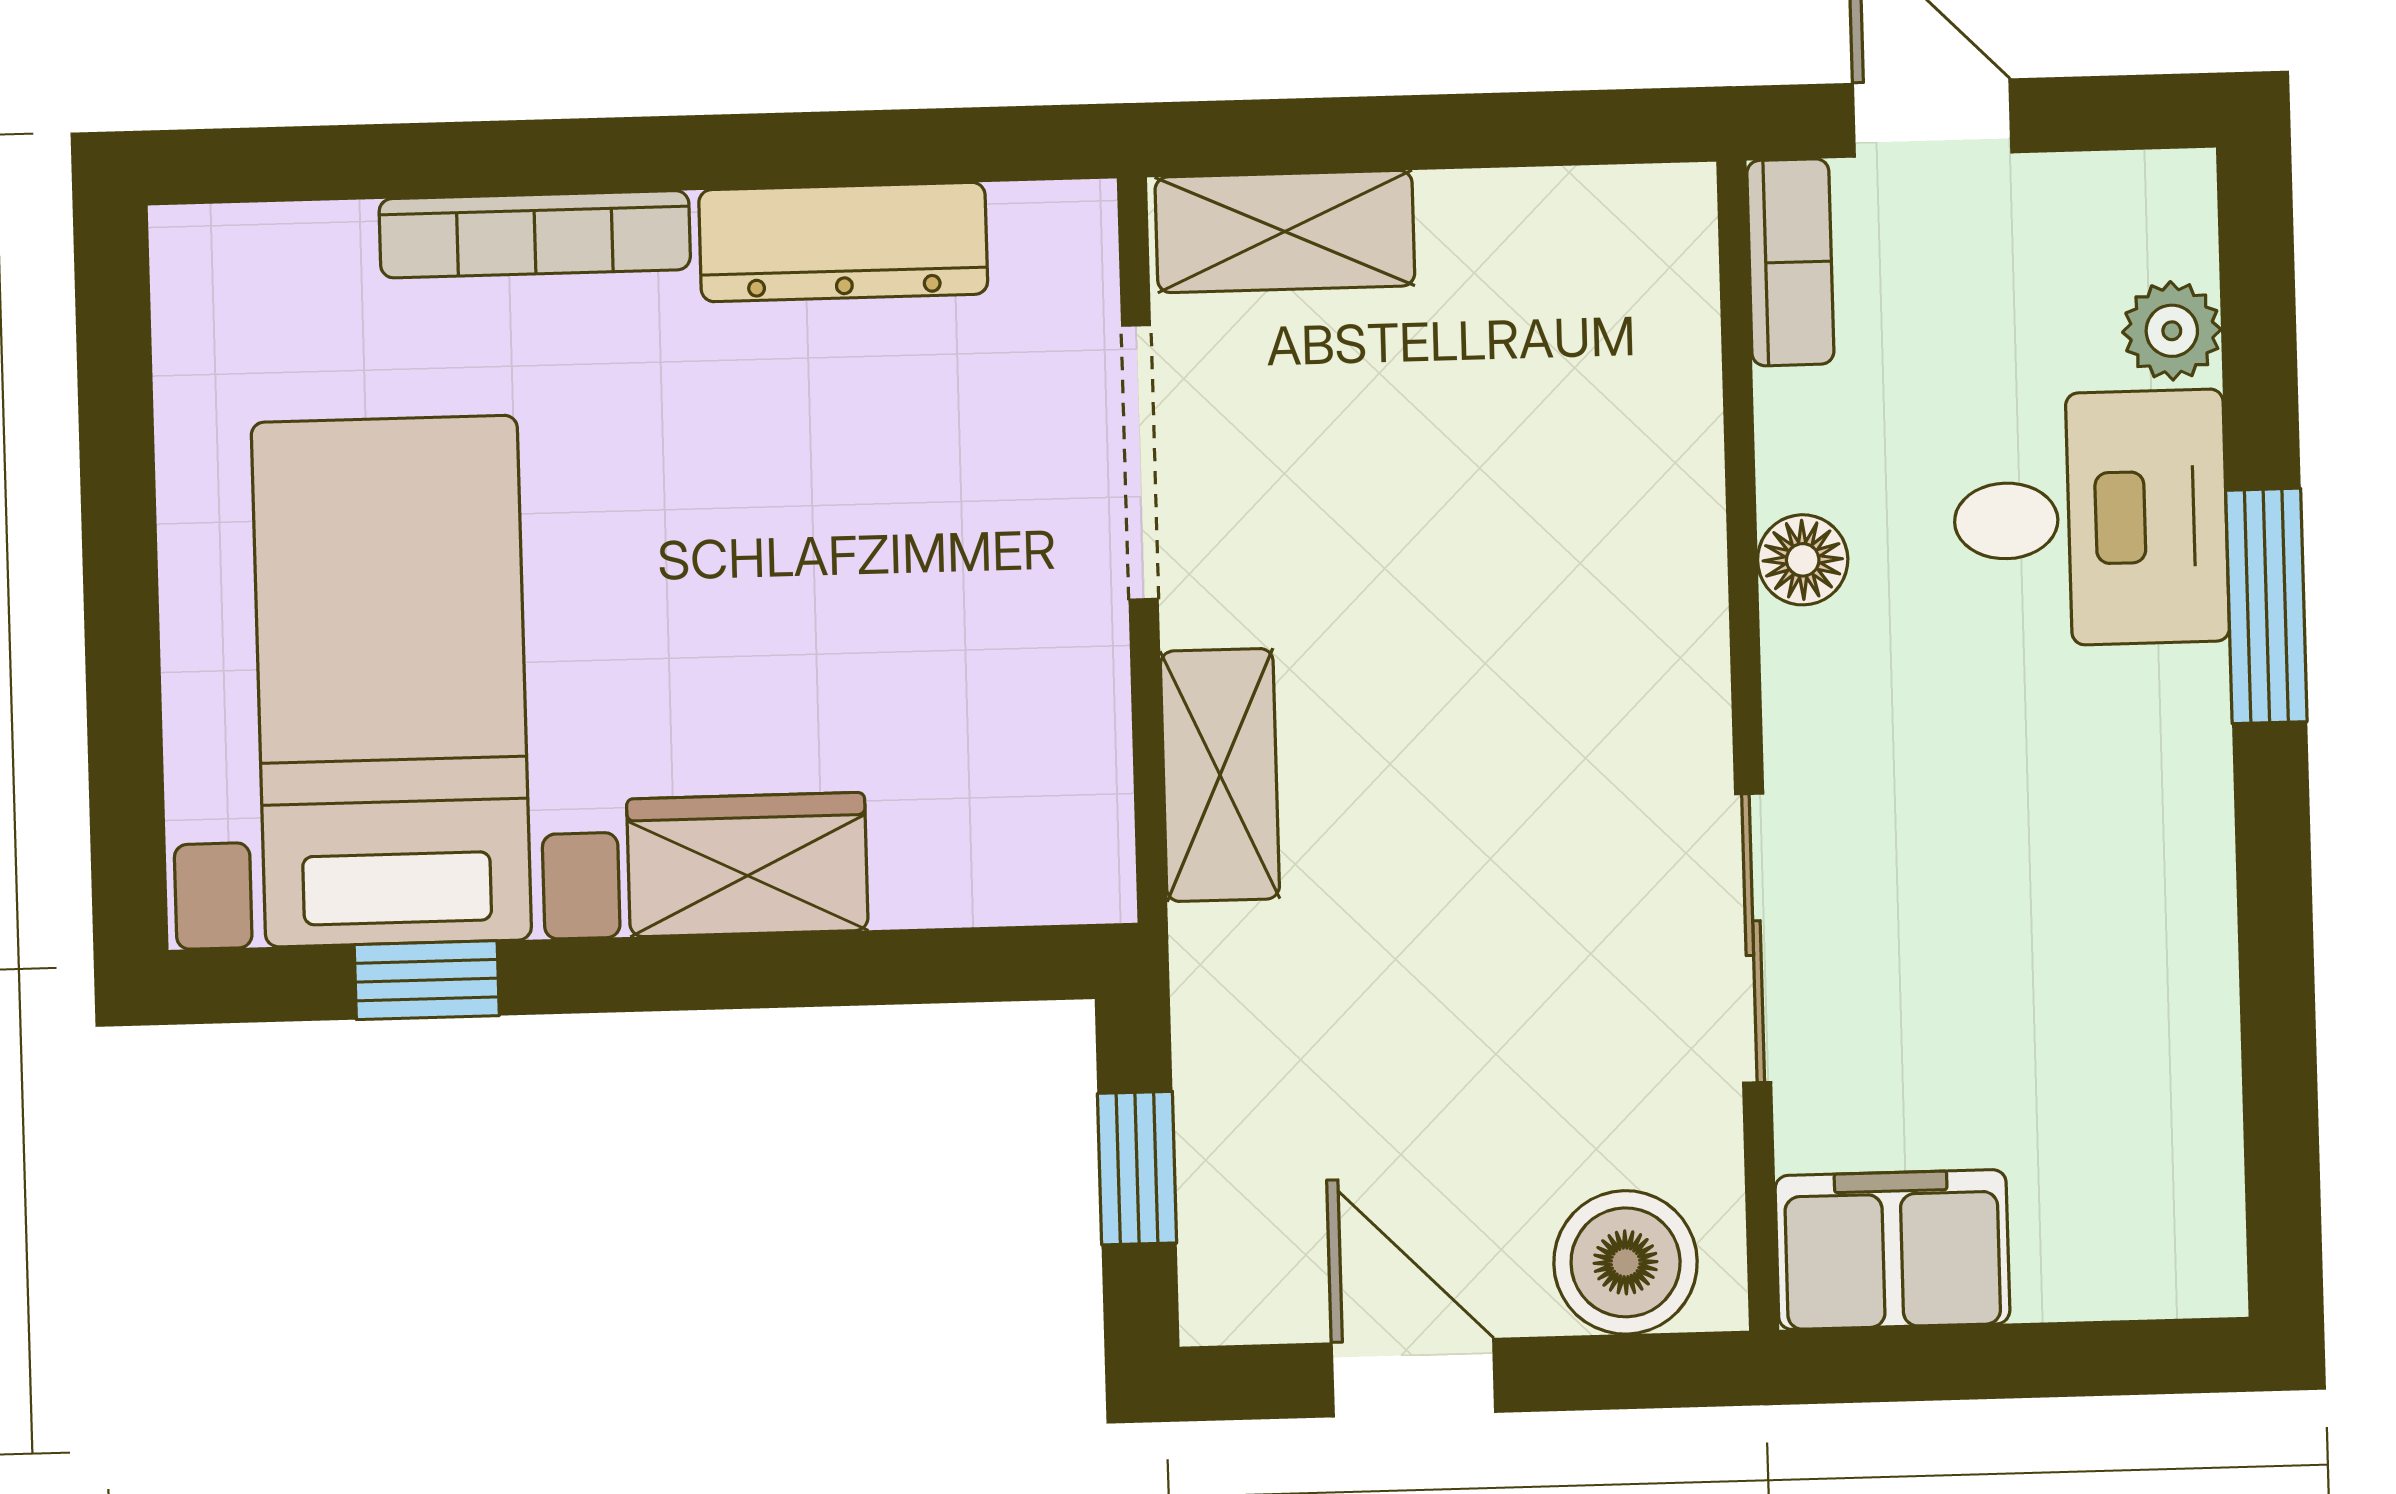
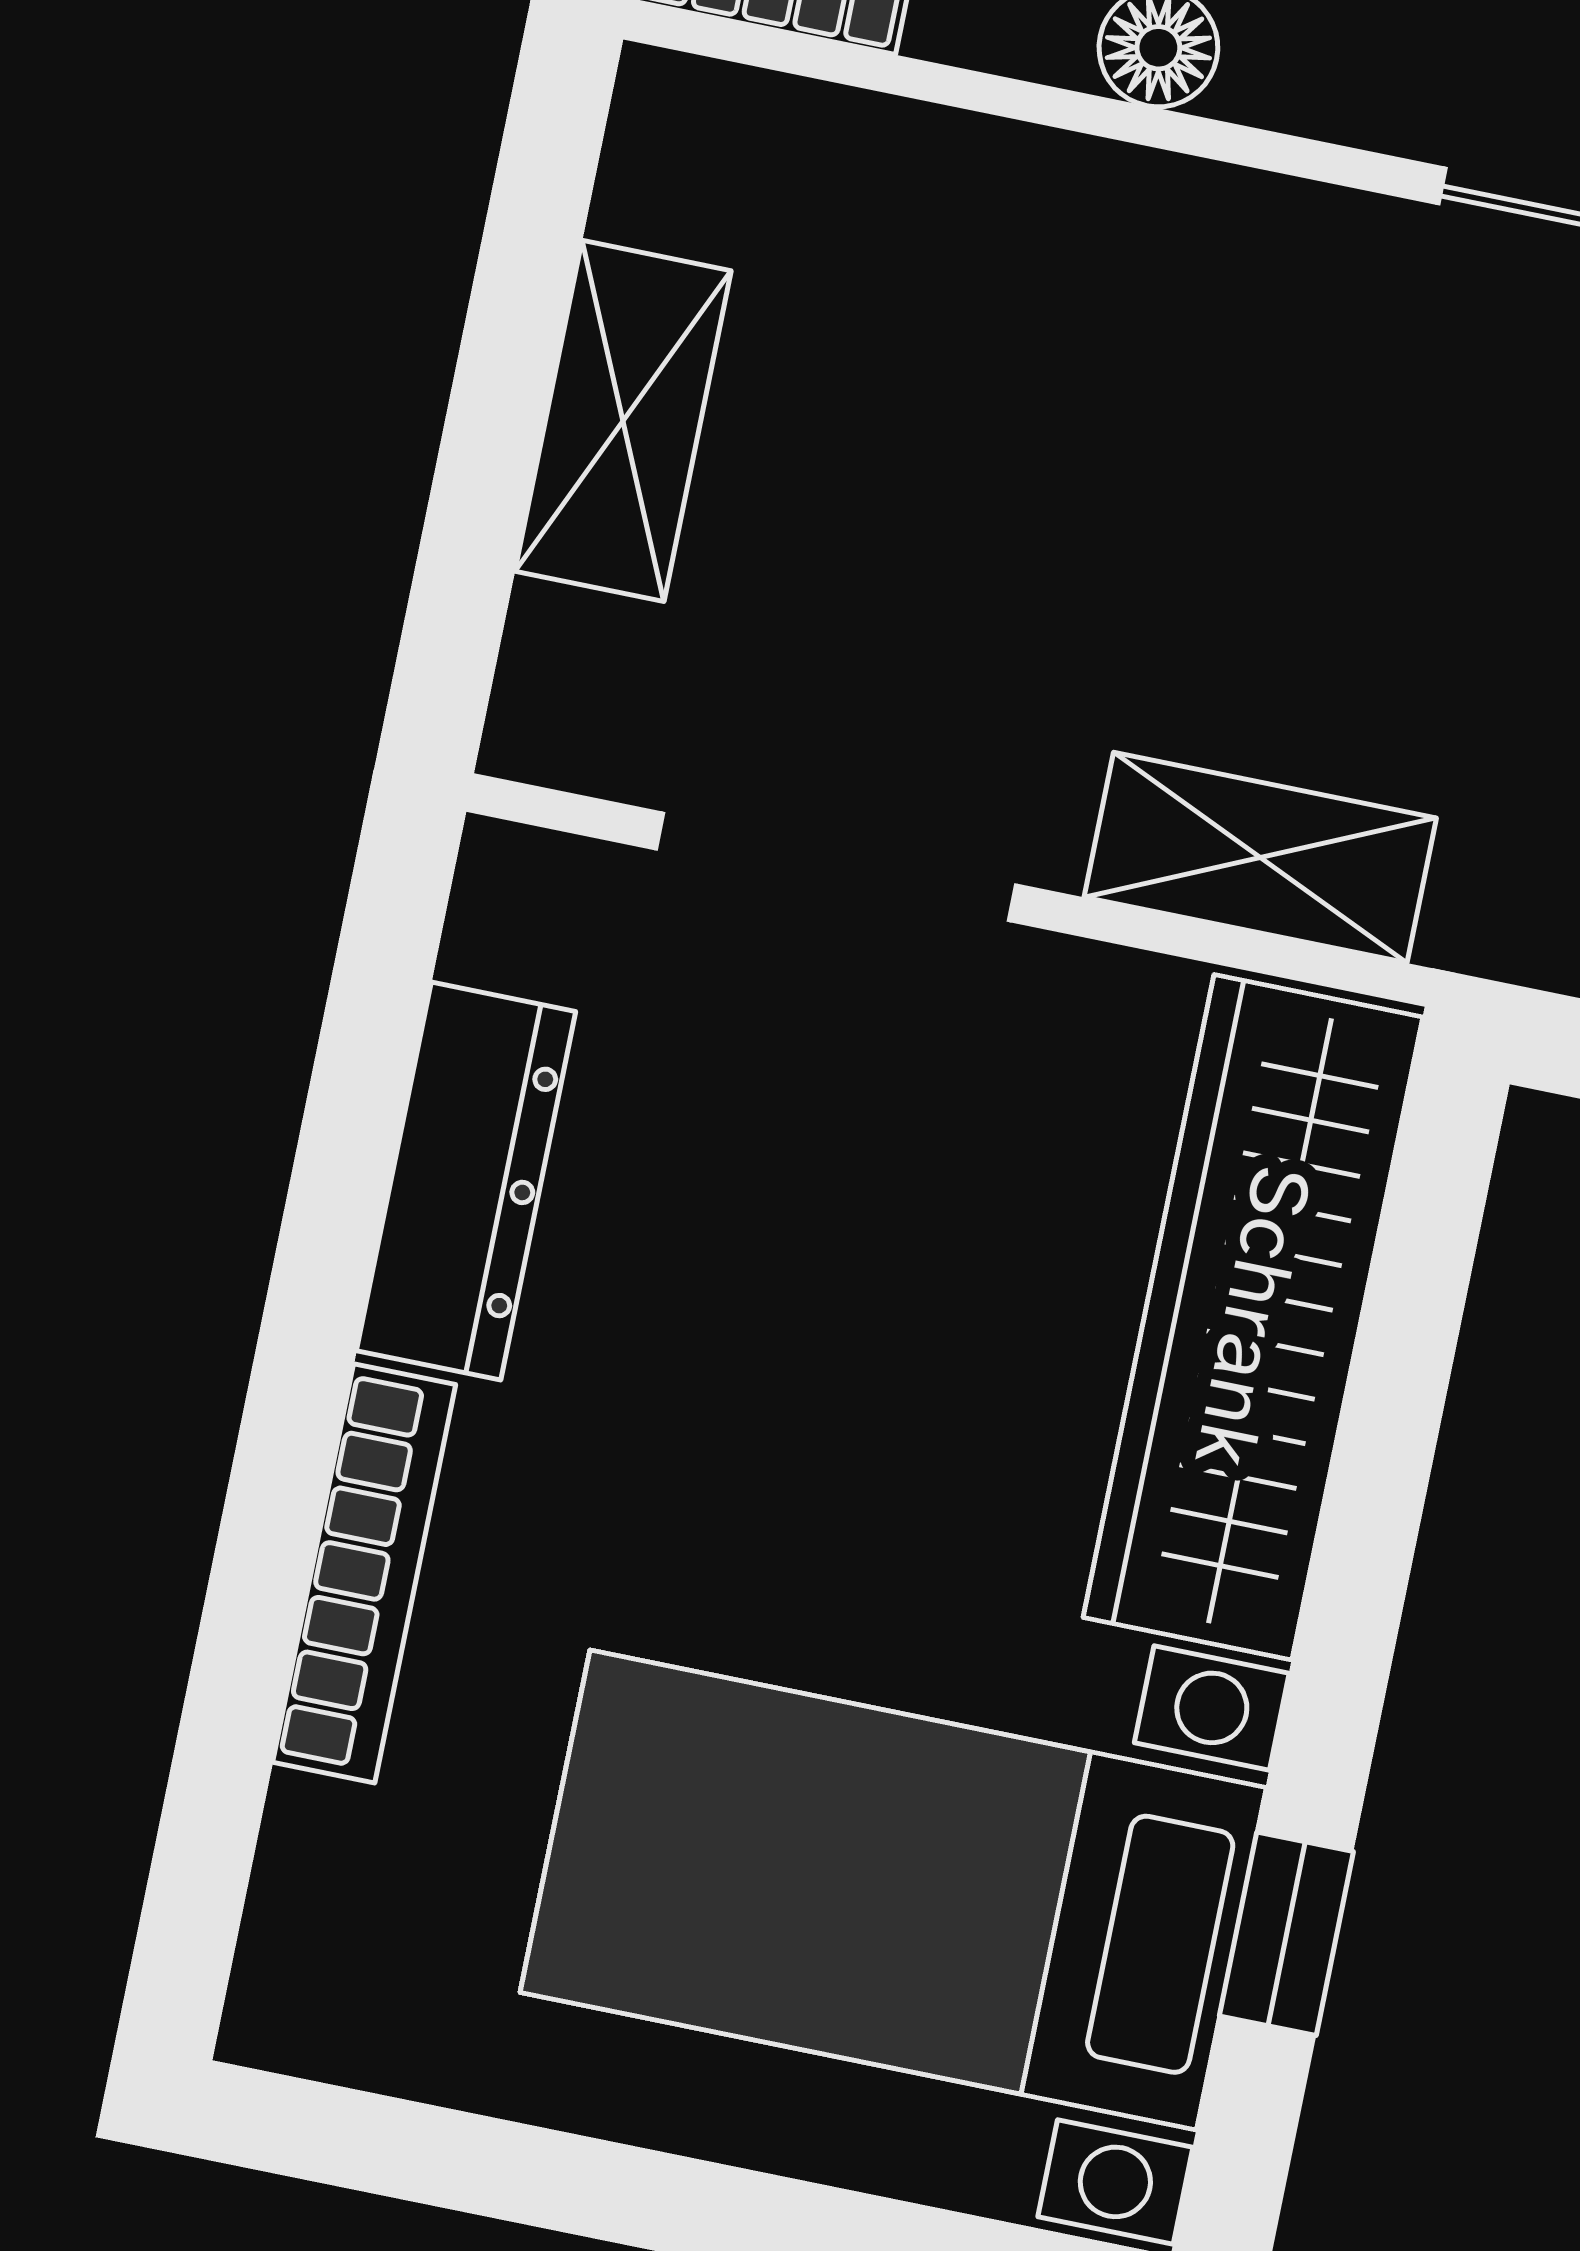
shelving: (1285, 232) -> (623, 421), moved
wardrobe: (747, 865) -> (1253, 1317), width x2.10, depth x1.17

